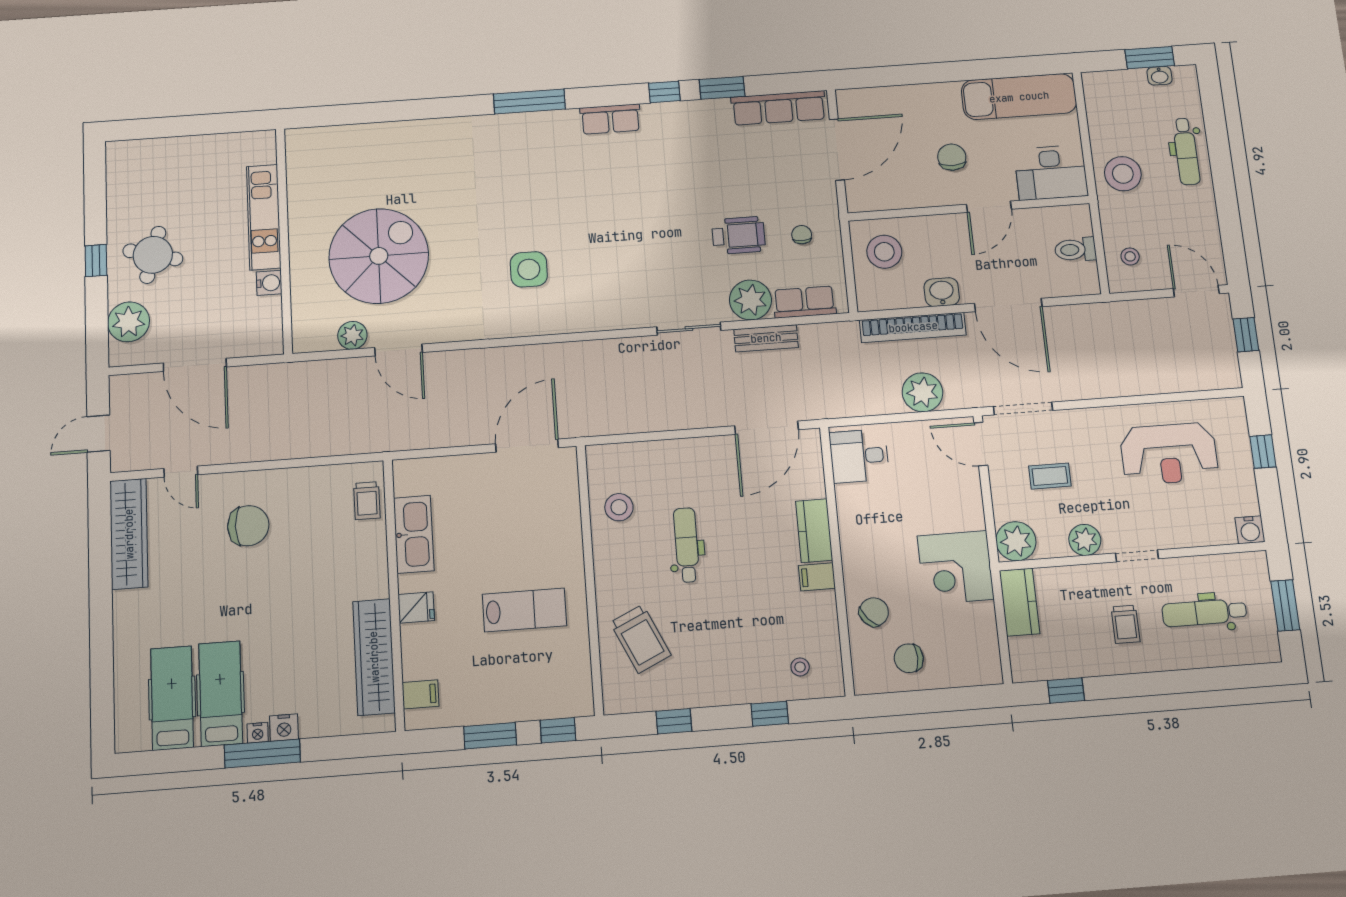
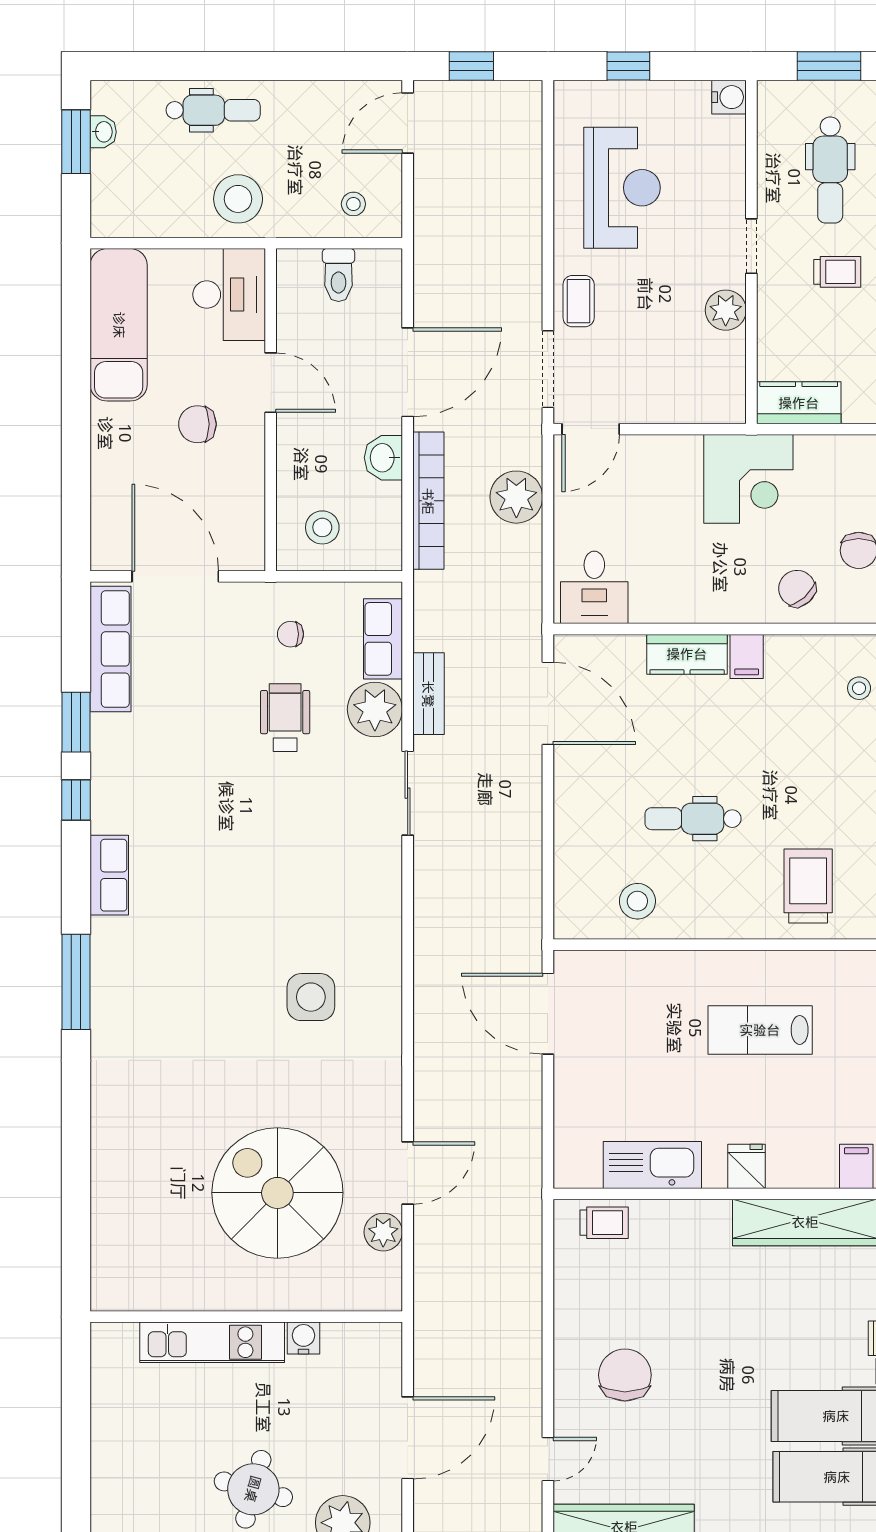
stool: (884, 252) -> (322, 527), width x0.73, depth x0.73
coffee table: (1050, 476) -> (579, 301), moved
plant: (1016, 541) -> (720, 398), removed
lab bench: (524, 610) -> (760, 1030), turned -90
trolley: (641, 639) -> (808, 886), turned -65

